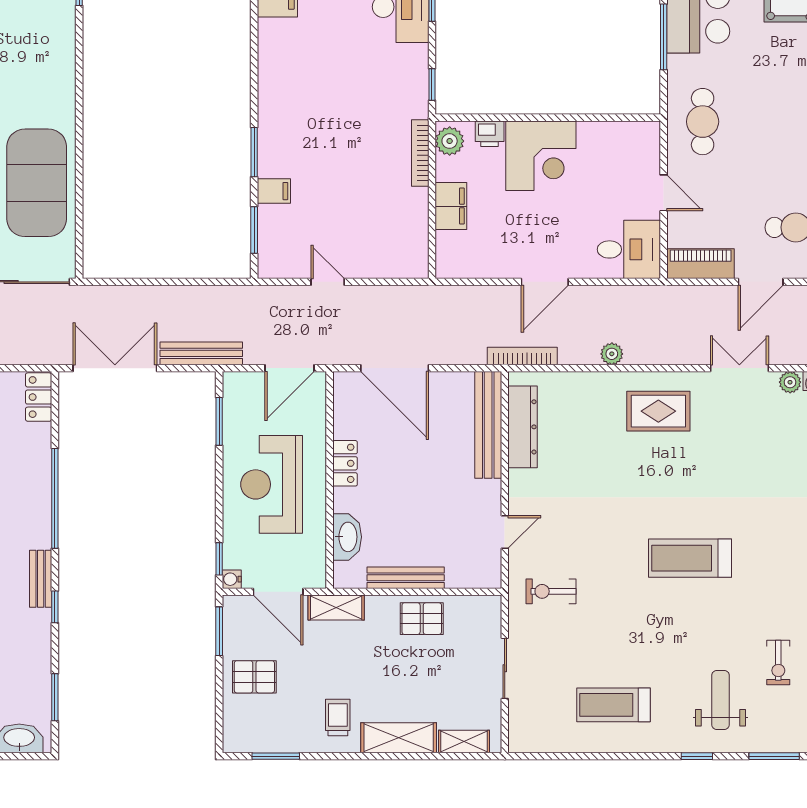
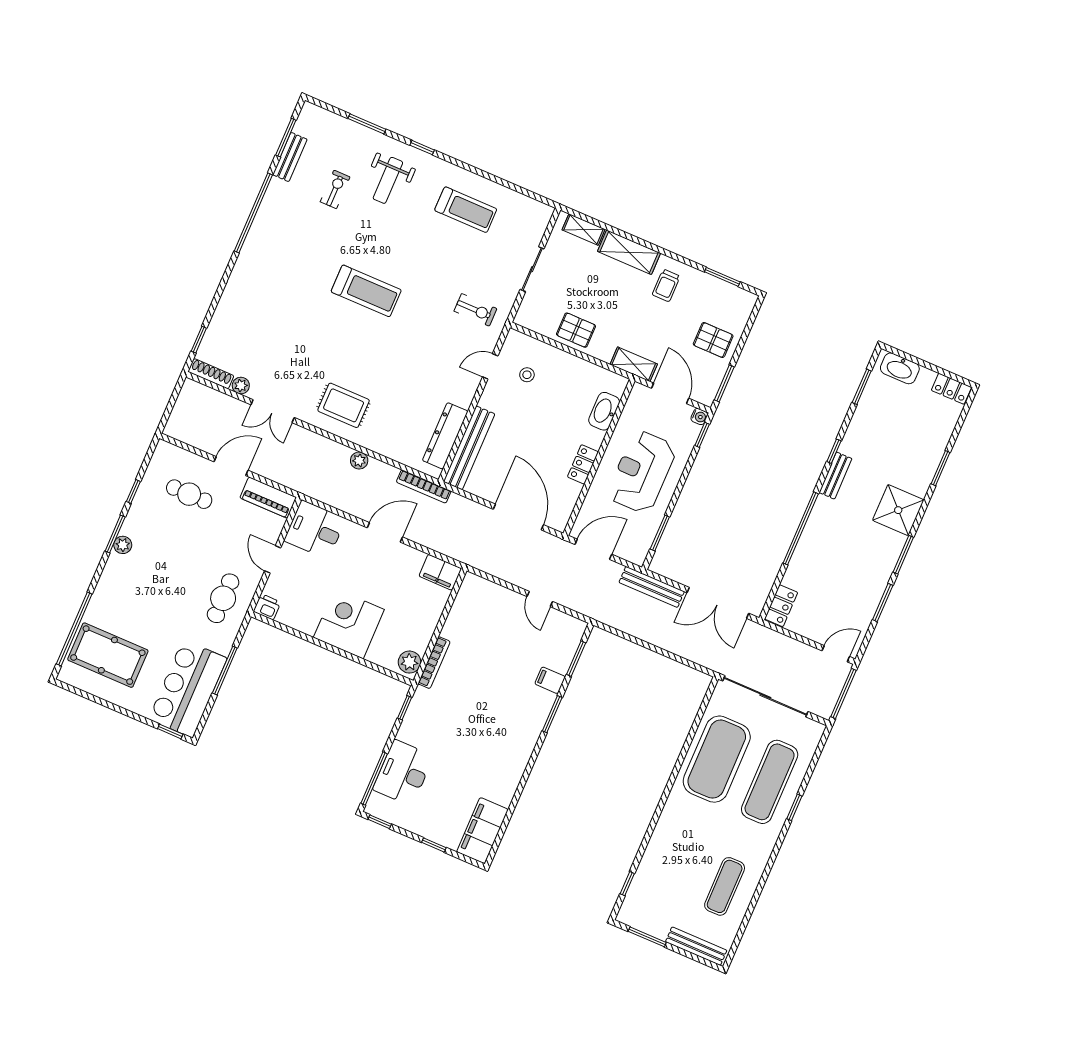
printer: (490, 134) -> (267, 607), moved
filing cabinet: (451, 206) -> (440, 572), moved, turned -90
reception desk: (272, 484) -> (642, 472), turned 180
stool: (457, 541) -> (527, 375), added
bench: (406, 578) -> (575, 364), removed

